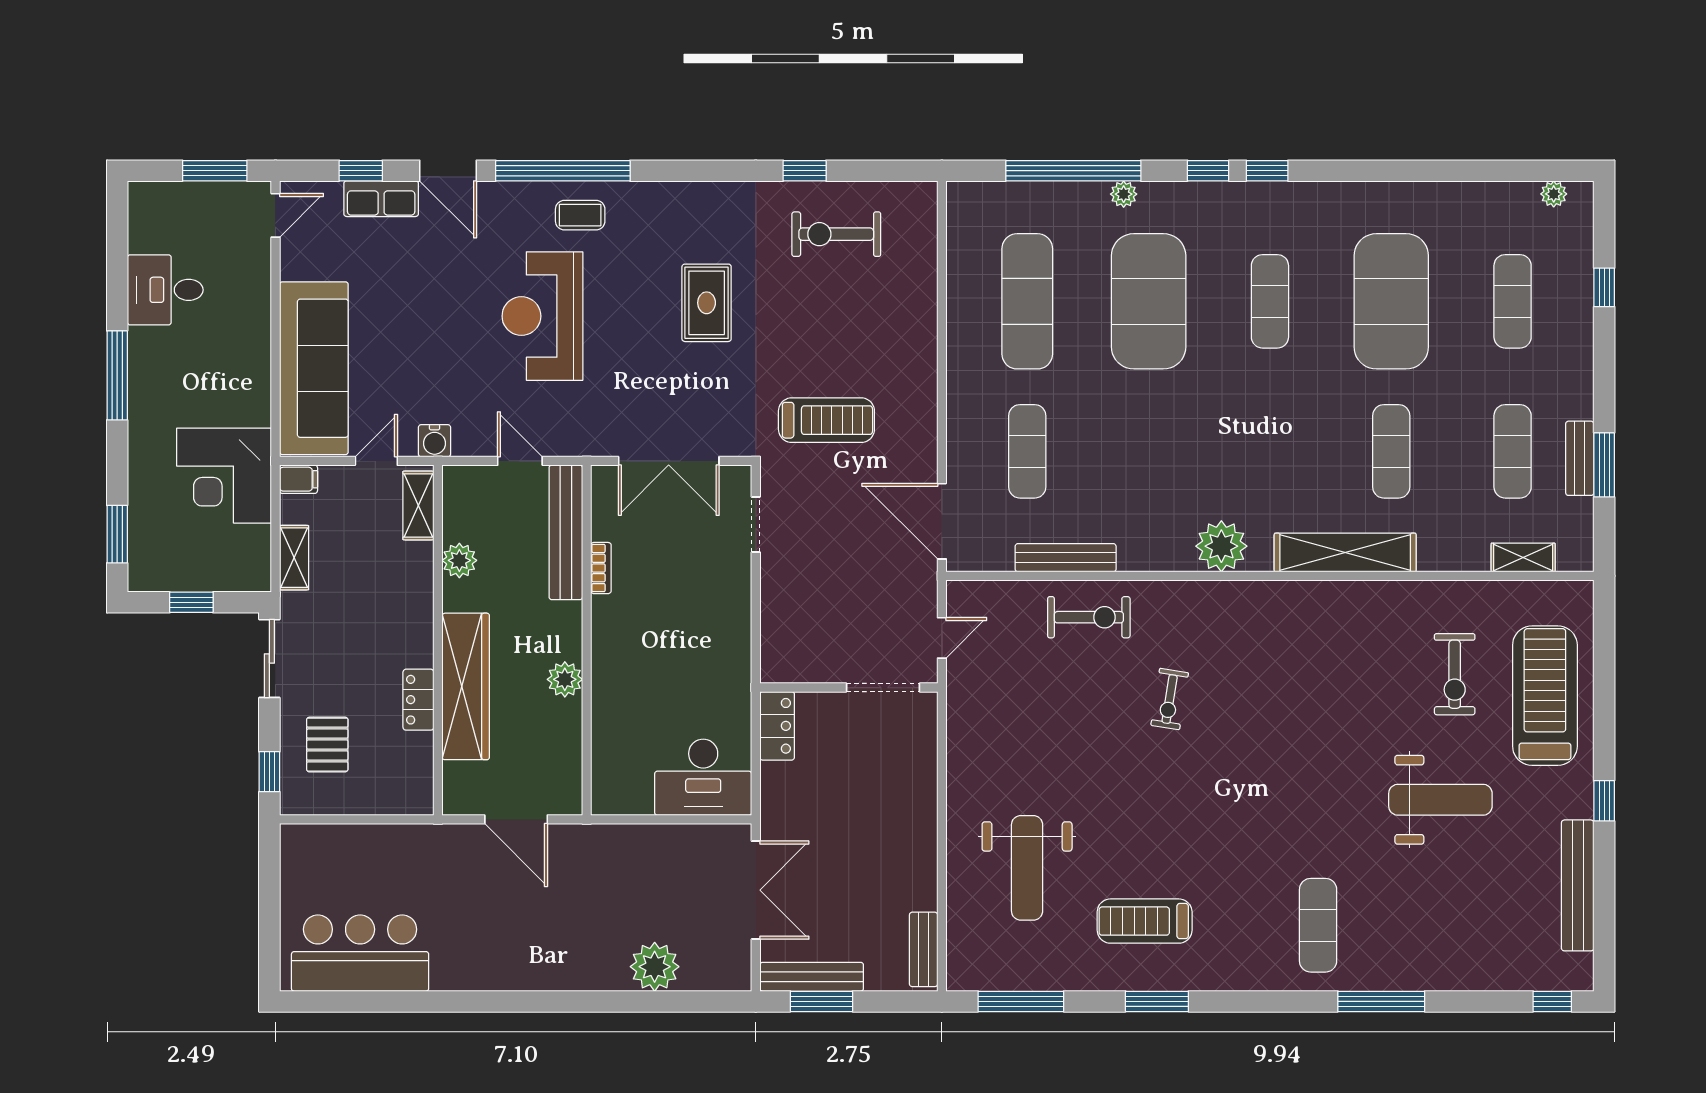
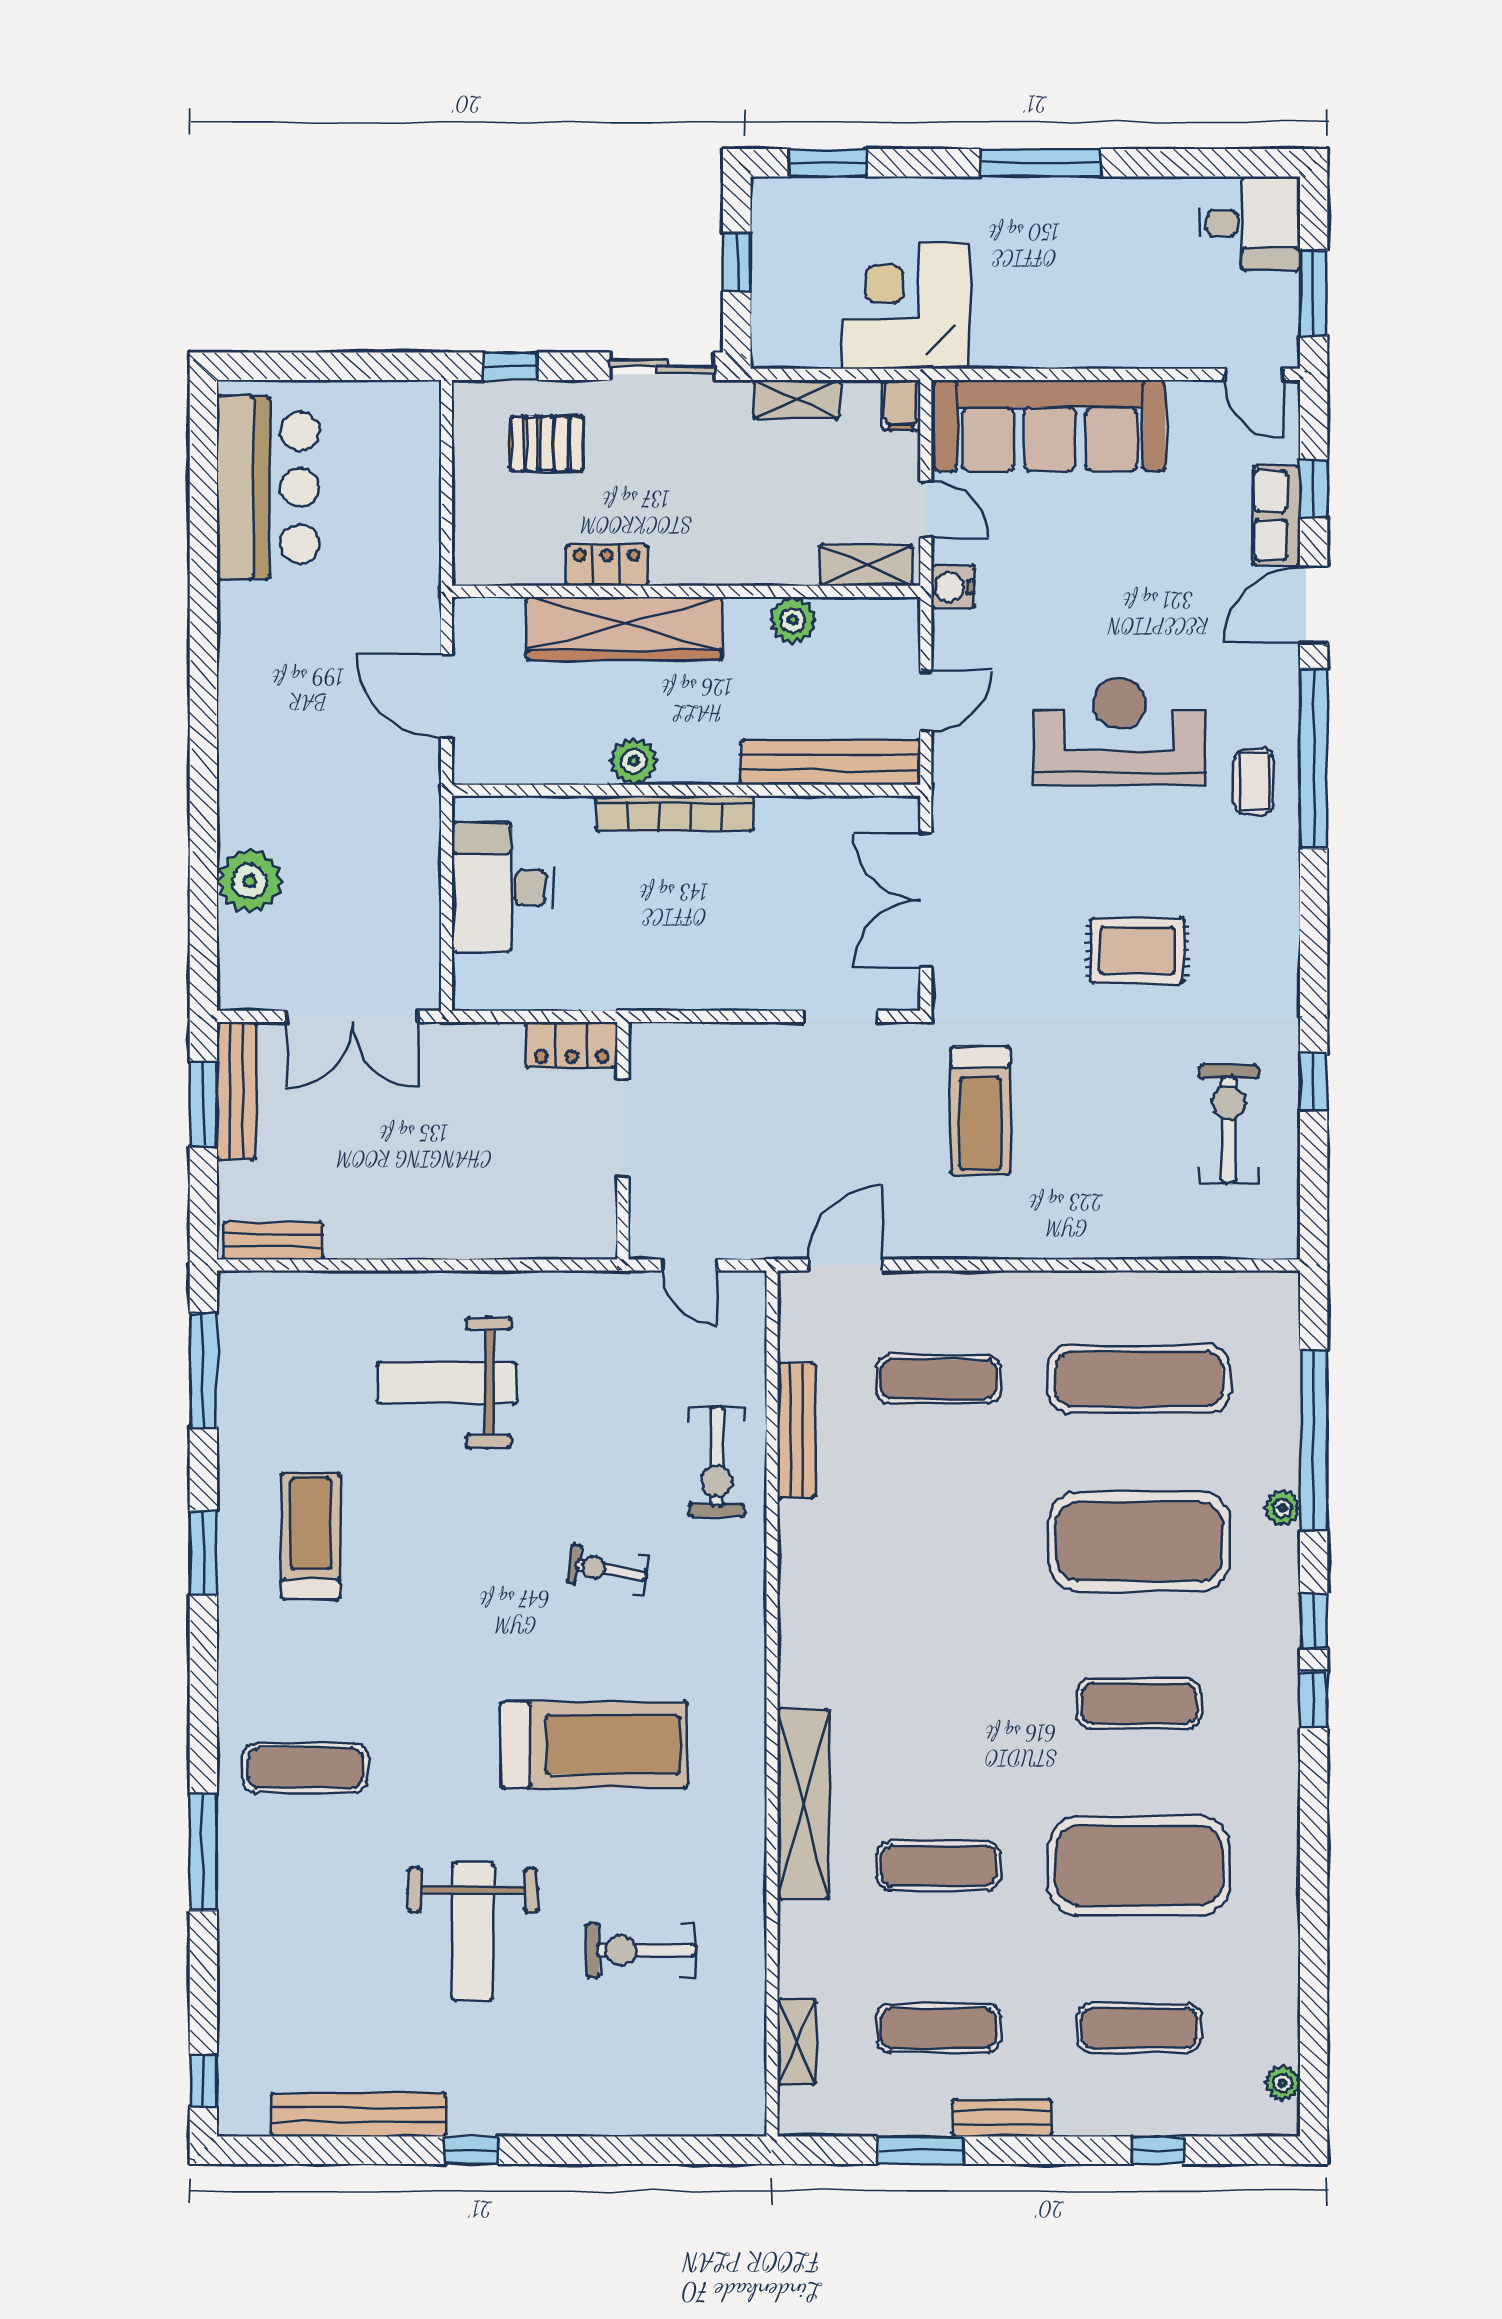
desk: (165, 290) -> (1250, 223), moved, turned 90
bench: (1580, 458) -> (1002, 2118), moved
door: (942, 521) -> (845, 1265), width x0.73
plant: (1221, 546) -> (812, 1639), removed
bookcase: (601, 568) -> (675, 814), moved, width x2.31, depth x1.31
doorway: (883, 688) -> (623, 1128), moved
treadmill: (1545, 696) -> (594, 1745), moved
desk: (703, 777) -> (503, 887), moved
door: (516, 819) -> (447, 696), hinge flipped
weight bench: (1027, 868) -> (447, 1383), moved

